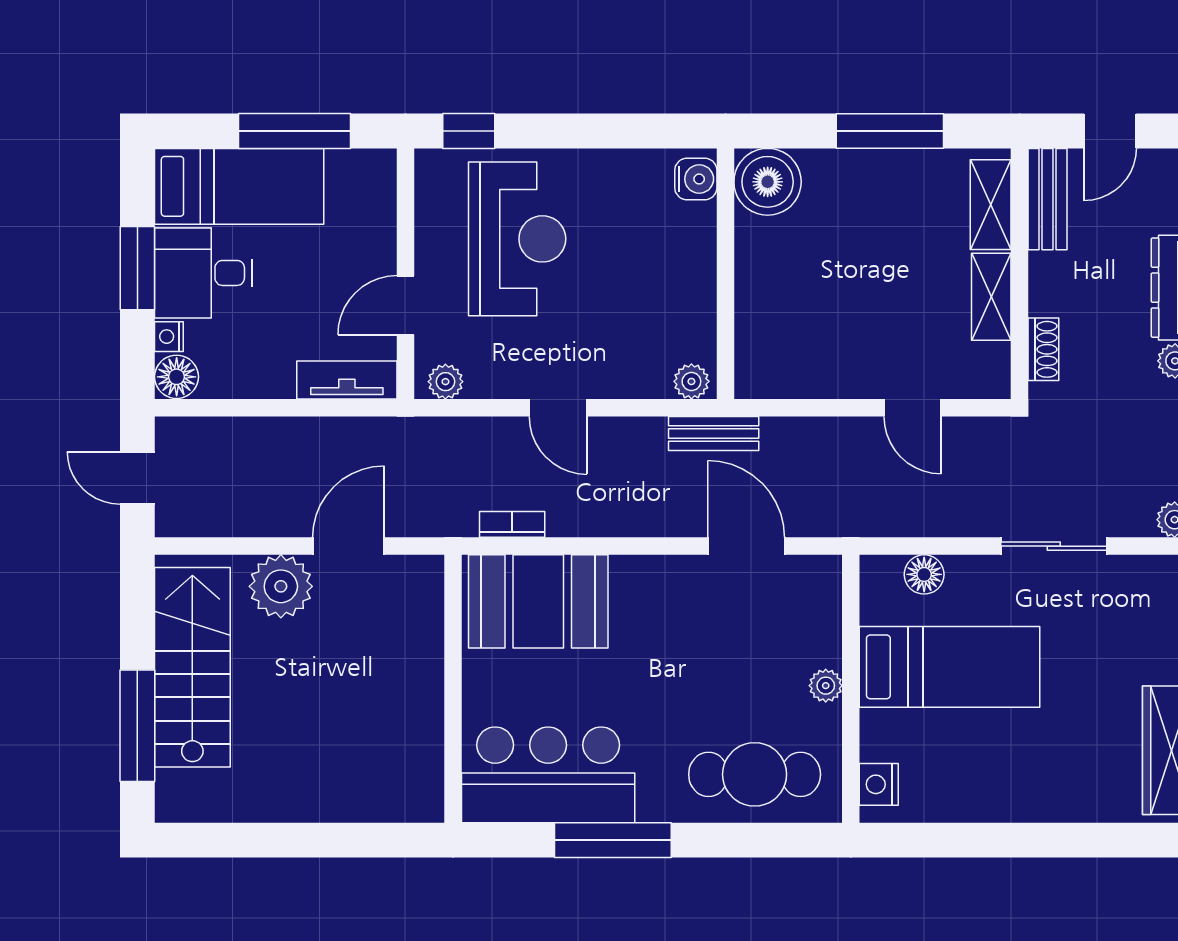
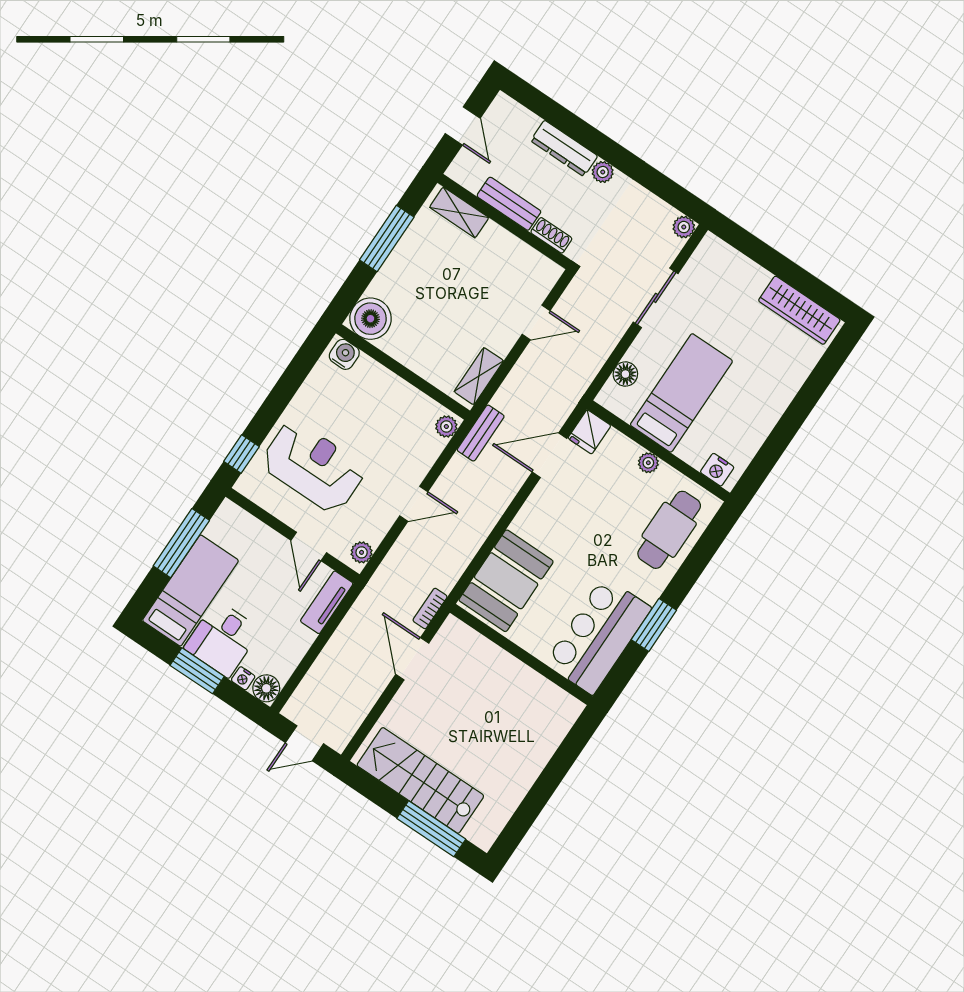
bench: (1047, 199) -> (509, 204), moved
shelving: (991, 297) -> (479, 376), moved, turned 90
bookcase: (512, 524) -> (430, 608), moved
fridge: (814, 579) -> (589, 432), added
plant: (281, 586) -> (409, 707), removed
window: (613, 840) -> (654, 625), width x0.69

